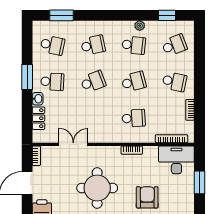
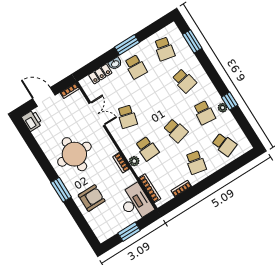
window: (167, 15) -> (230, 101), moved
school desk: (93, 82) -> (127, 117), moved, turned 36
plant: (138, 137) -> (134, 161), added

